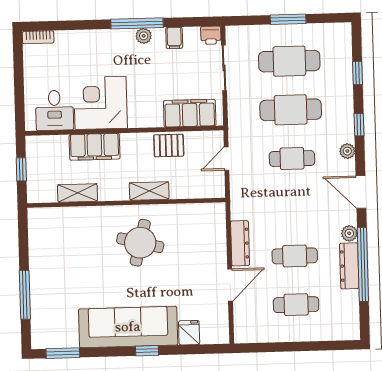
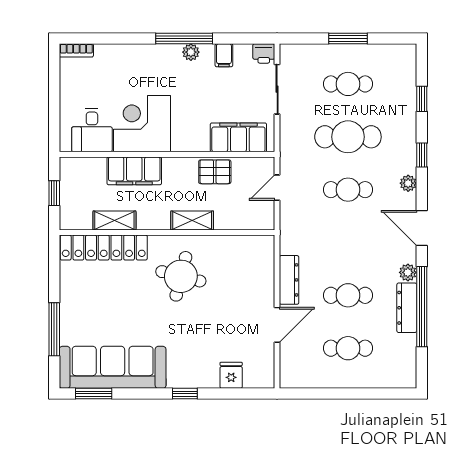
cafe table: (289, 61) -> (348, 84), width x0.73, depth x0.74
locker: (68, 218) -> (104, 248), added
sofa: (128, 327) -> (113, 367), moved

